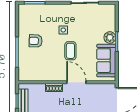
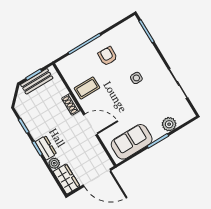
plant: (110, 38) -> (169, 124), moved
coffee table: (70, 51) -> (87, 88), moved
door: (76, 82) -> (90, 125), hinge flipped

